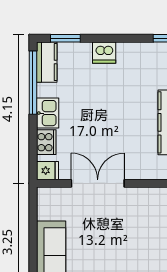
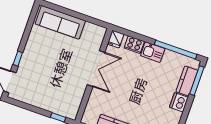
window: (65, 38) -> (197, 81), width x1.44
kitchen counter: (47, 62) -> (187, 81), moved, turned 90

